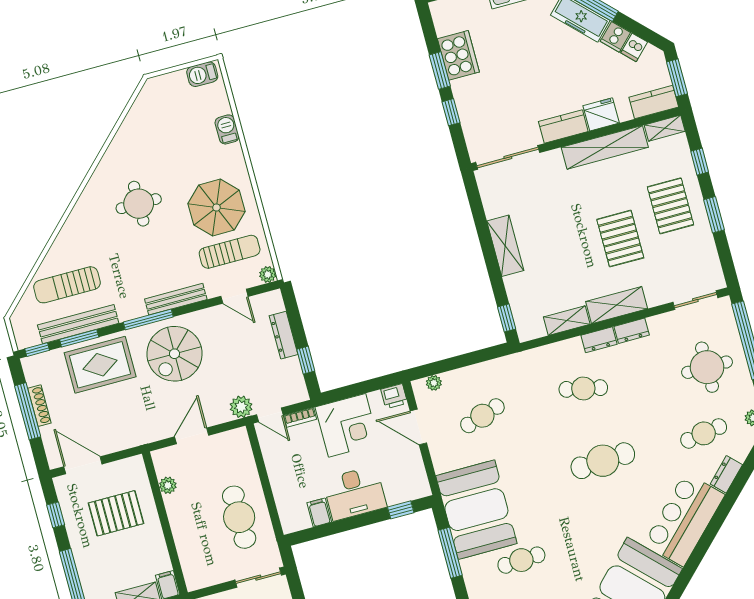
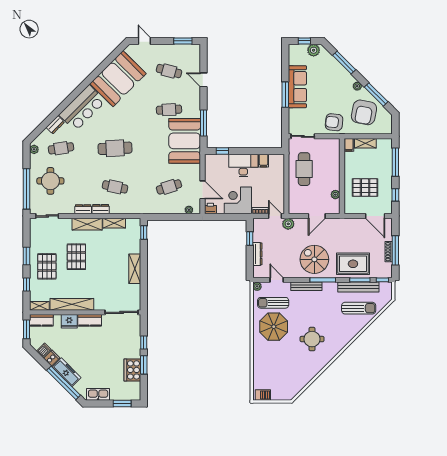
barbecue: (227, 129) -> (258, 364), removed
spiral stairs: (174, 354) -> (314, 259), turned -90

